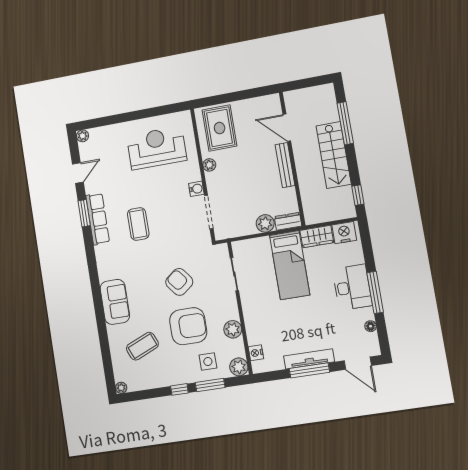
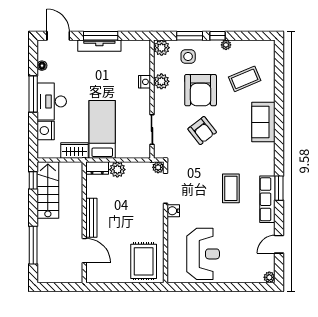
reception desk: (157, 148) -> (203, 254), turned -90
stairs: (334, 155) -> (48, 190), moved
plant: (209, 165) -> (158, 167), moved
window: (84, 213) -> (279, 188), moved
nightstand: (344, 233) -> (46, 131), moved, turned 90
armchair: (188, 326) -> (201, 90), turned -90
nightstand: (256, 353) -> (144, 82), moved
plant: (121, 388) -> (226, 45), moved

